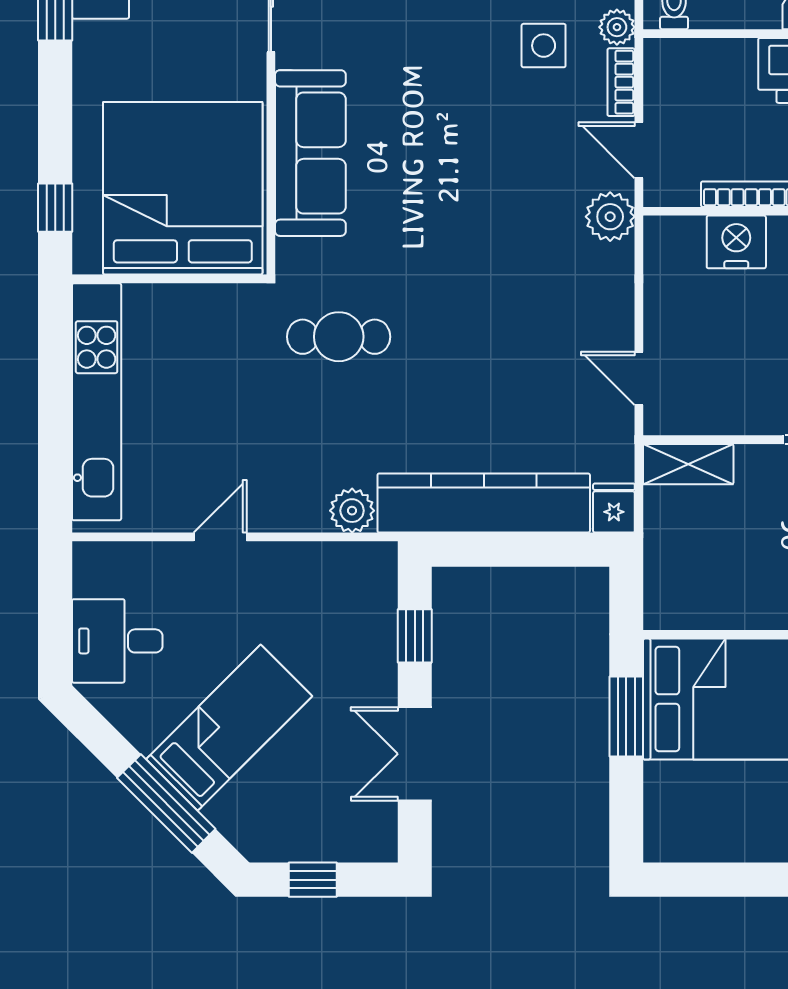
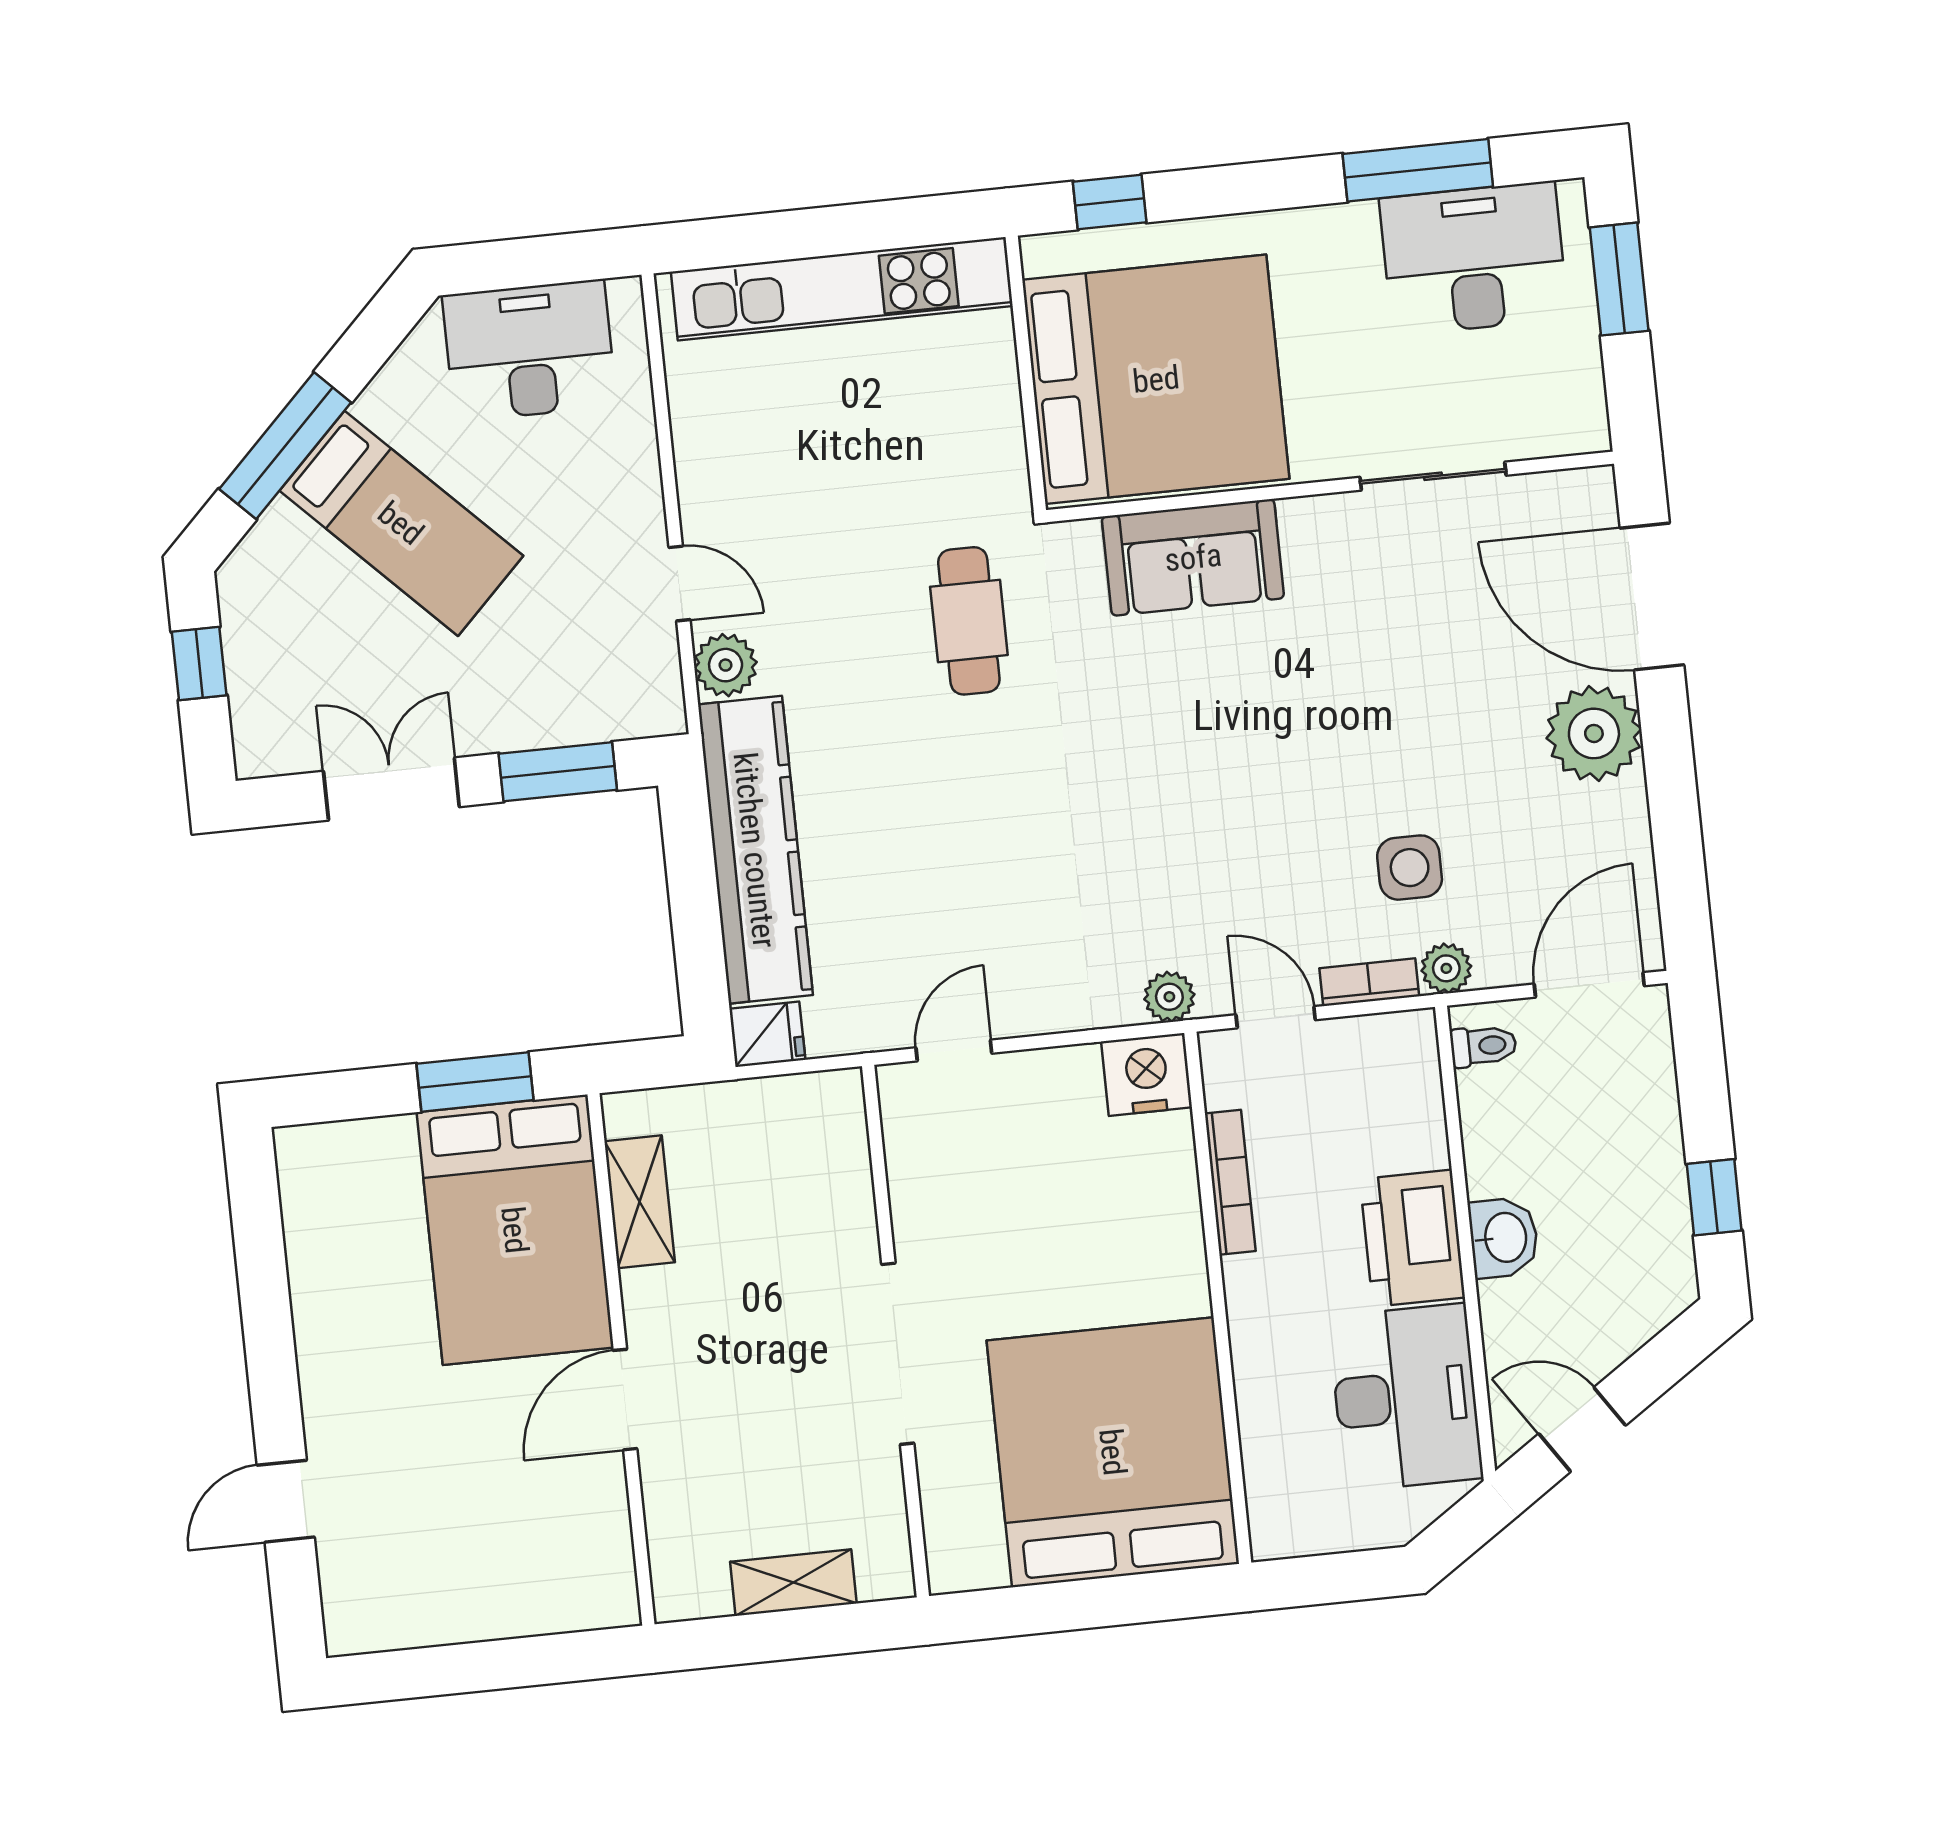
door: (639, 150) -> (1276, 1017), hinge flipped
sofa: (310, 153) -> (1193, 557), width x0.73
plant: (610, 217) -> (1169, 997), width x0.73, depth x0.73
nightstand: (736, 242) -> (1147, 1074), moved, turned -90
shelving: (688, 464) -> (640, 1202), moved
door: (220, 537) -> (679, 584), moved
window: (415, 636) -> (558, 772), width x1.50
desk: (117, 641) -> (529, 350), width x1.37

